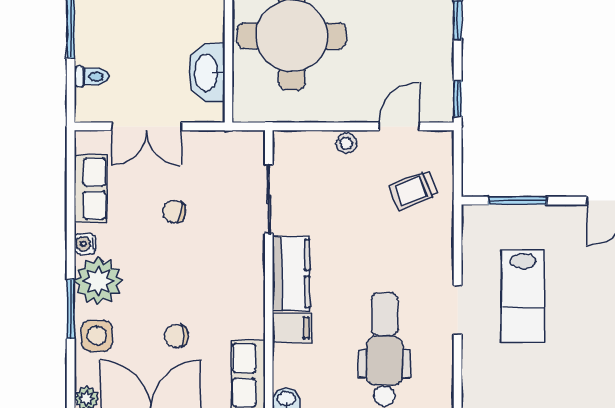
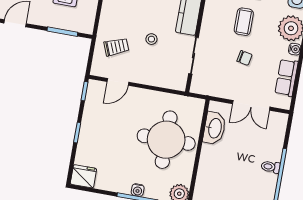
toilet: (91, 77) -> (270, 167), moved
double door: (147, 126) -> (251, 105), swing flipped
stool: (346, 143) -> (151, 39), moved
coffee table: (187, 278) -> (244, 22), added

